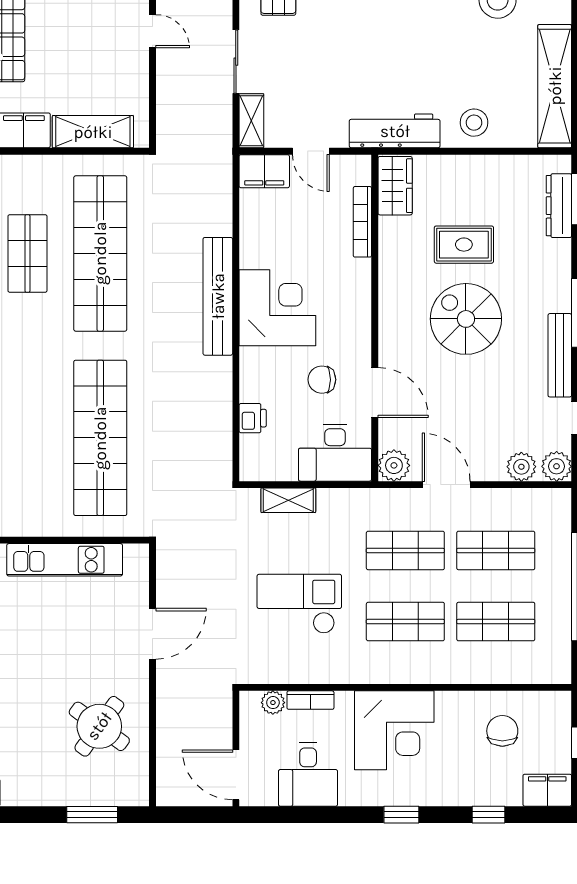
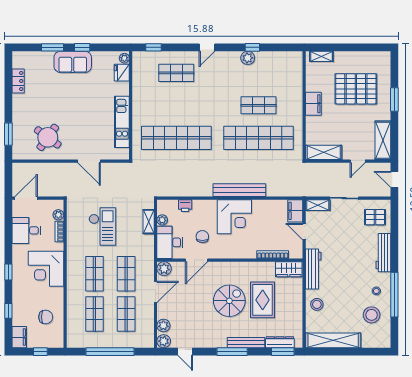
shelving: (93, 132) -> (324, 152), moved, turned 90
door: (311, 151) -> (304, 232), hinge flipped
rug: (464, 245) -> (263, 300), width x1.36, depth x1.43
bench: (560, 355) -> (246, 343), moved
plant: (285, 470) -> (162, 220), added

